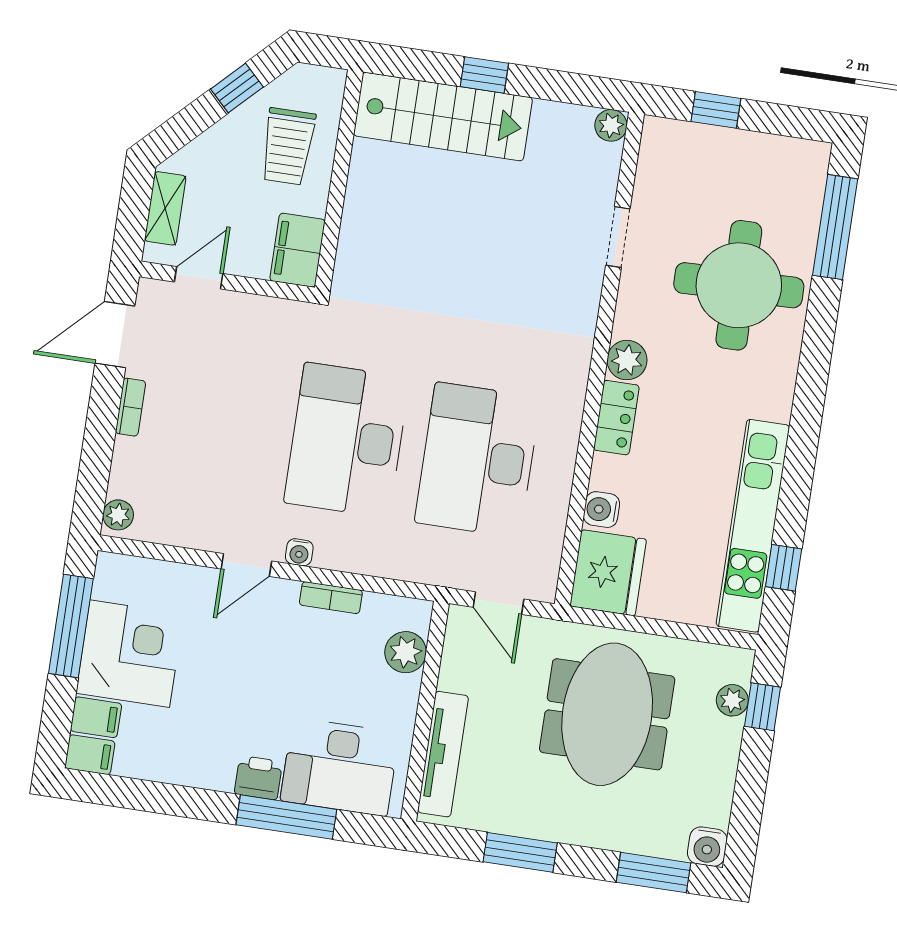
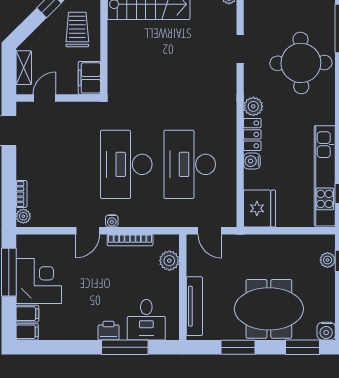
trolley: (288, 146) -> (77, 29), turned 180
bookcase: (130, 407) -> (21, 194), moved
water cooler: (601, 510) -> (252, 161), moved
bookcase: (331, 598) -> (130, 240), width x1.56
meeting table: (607, 714) -> (269, 309), moved, turned 90
desk: (340, 767) -> (146, 320), width x0.73

